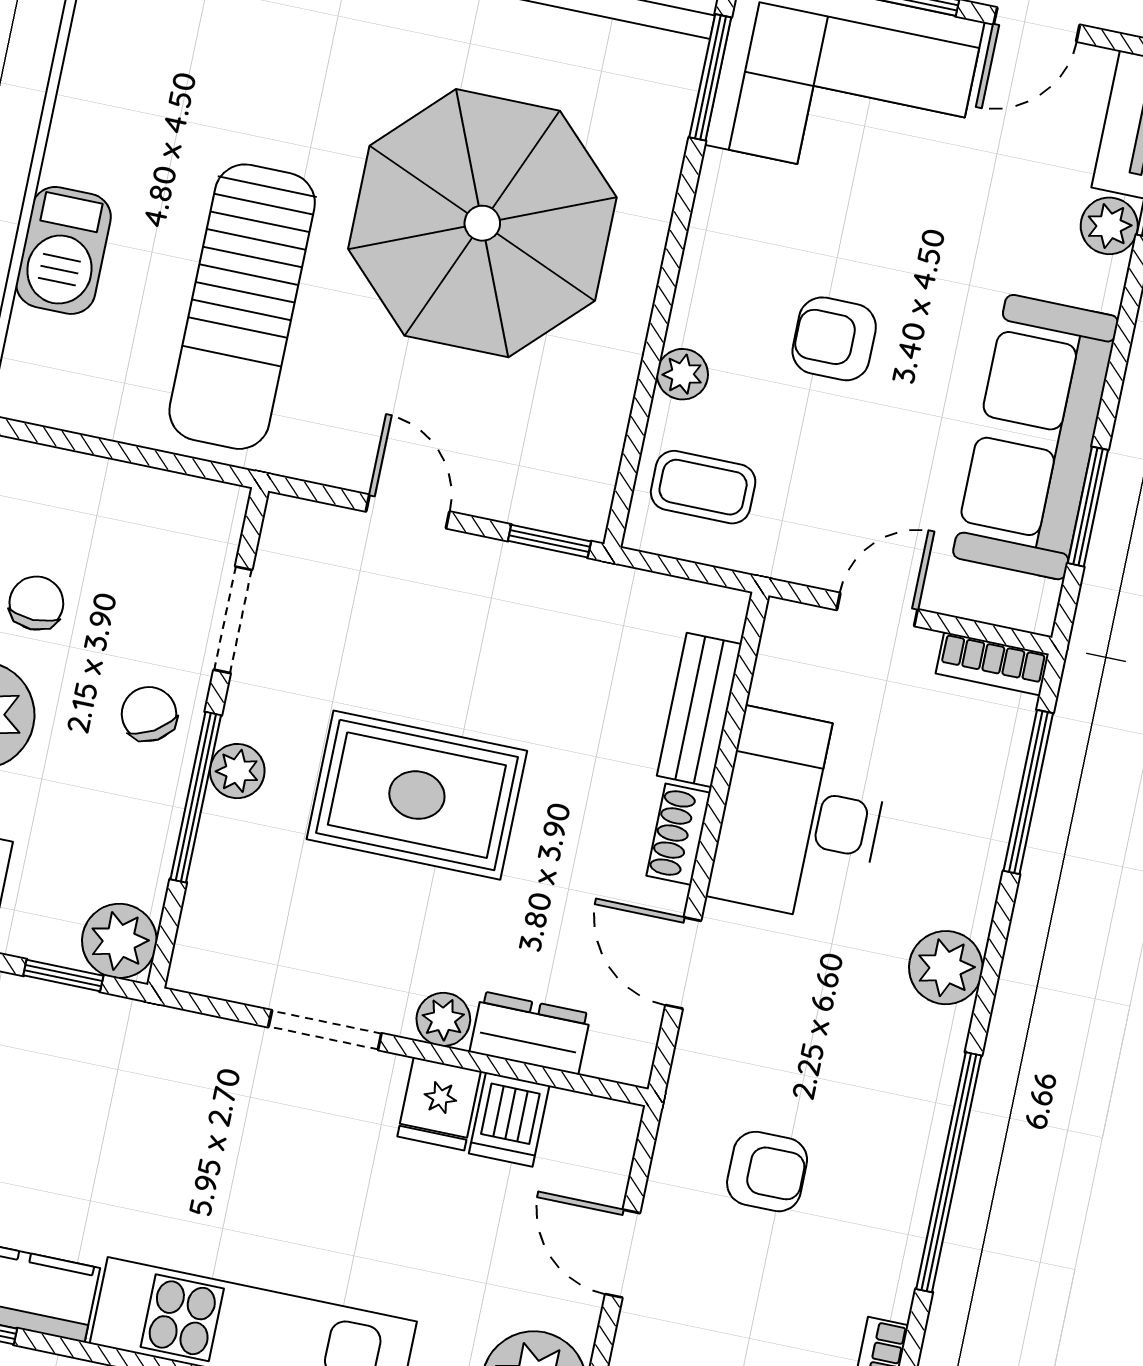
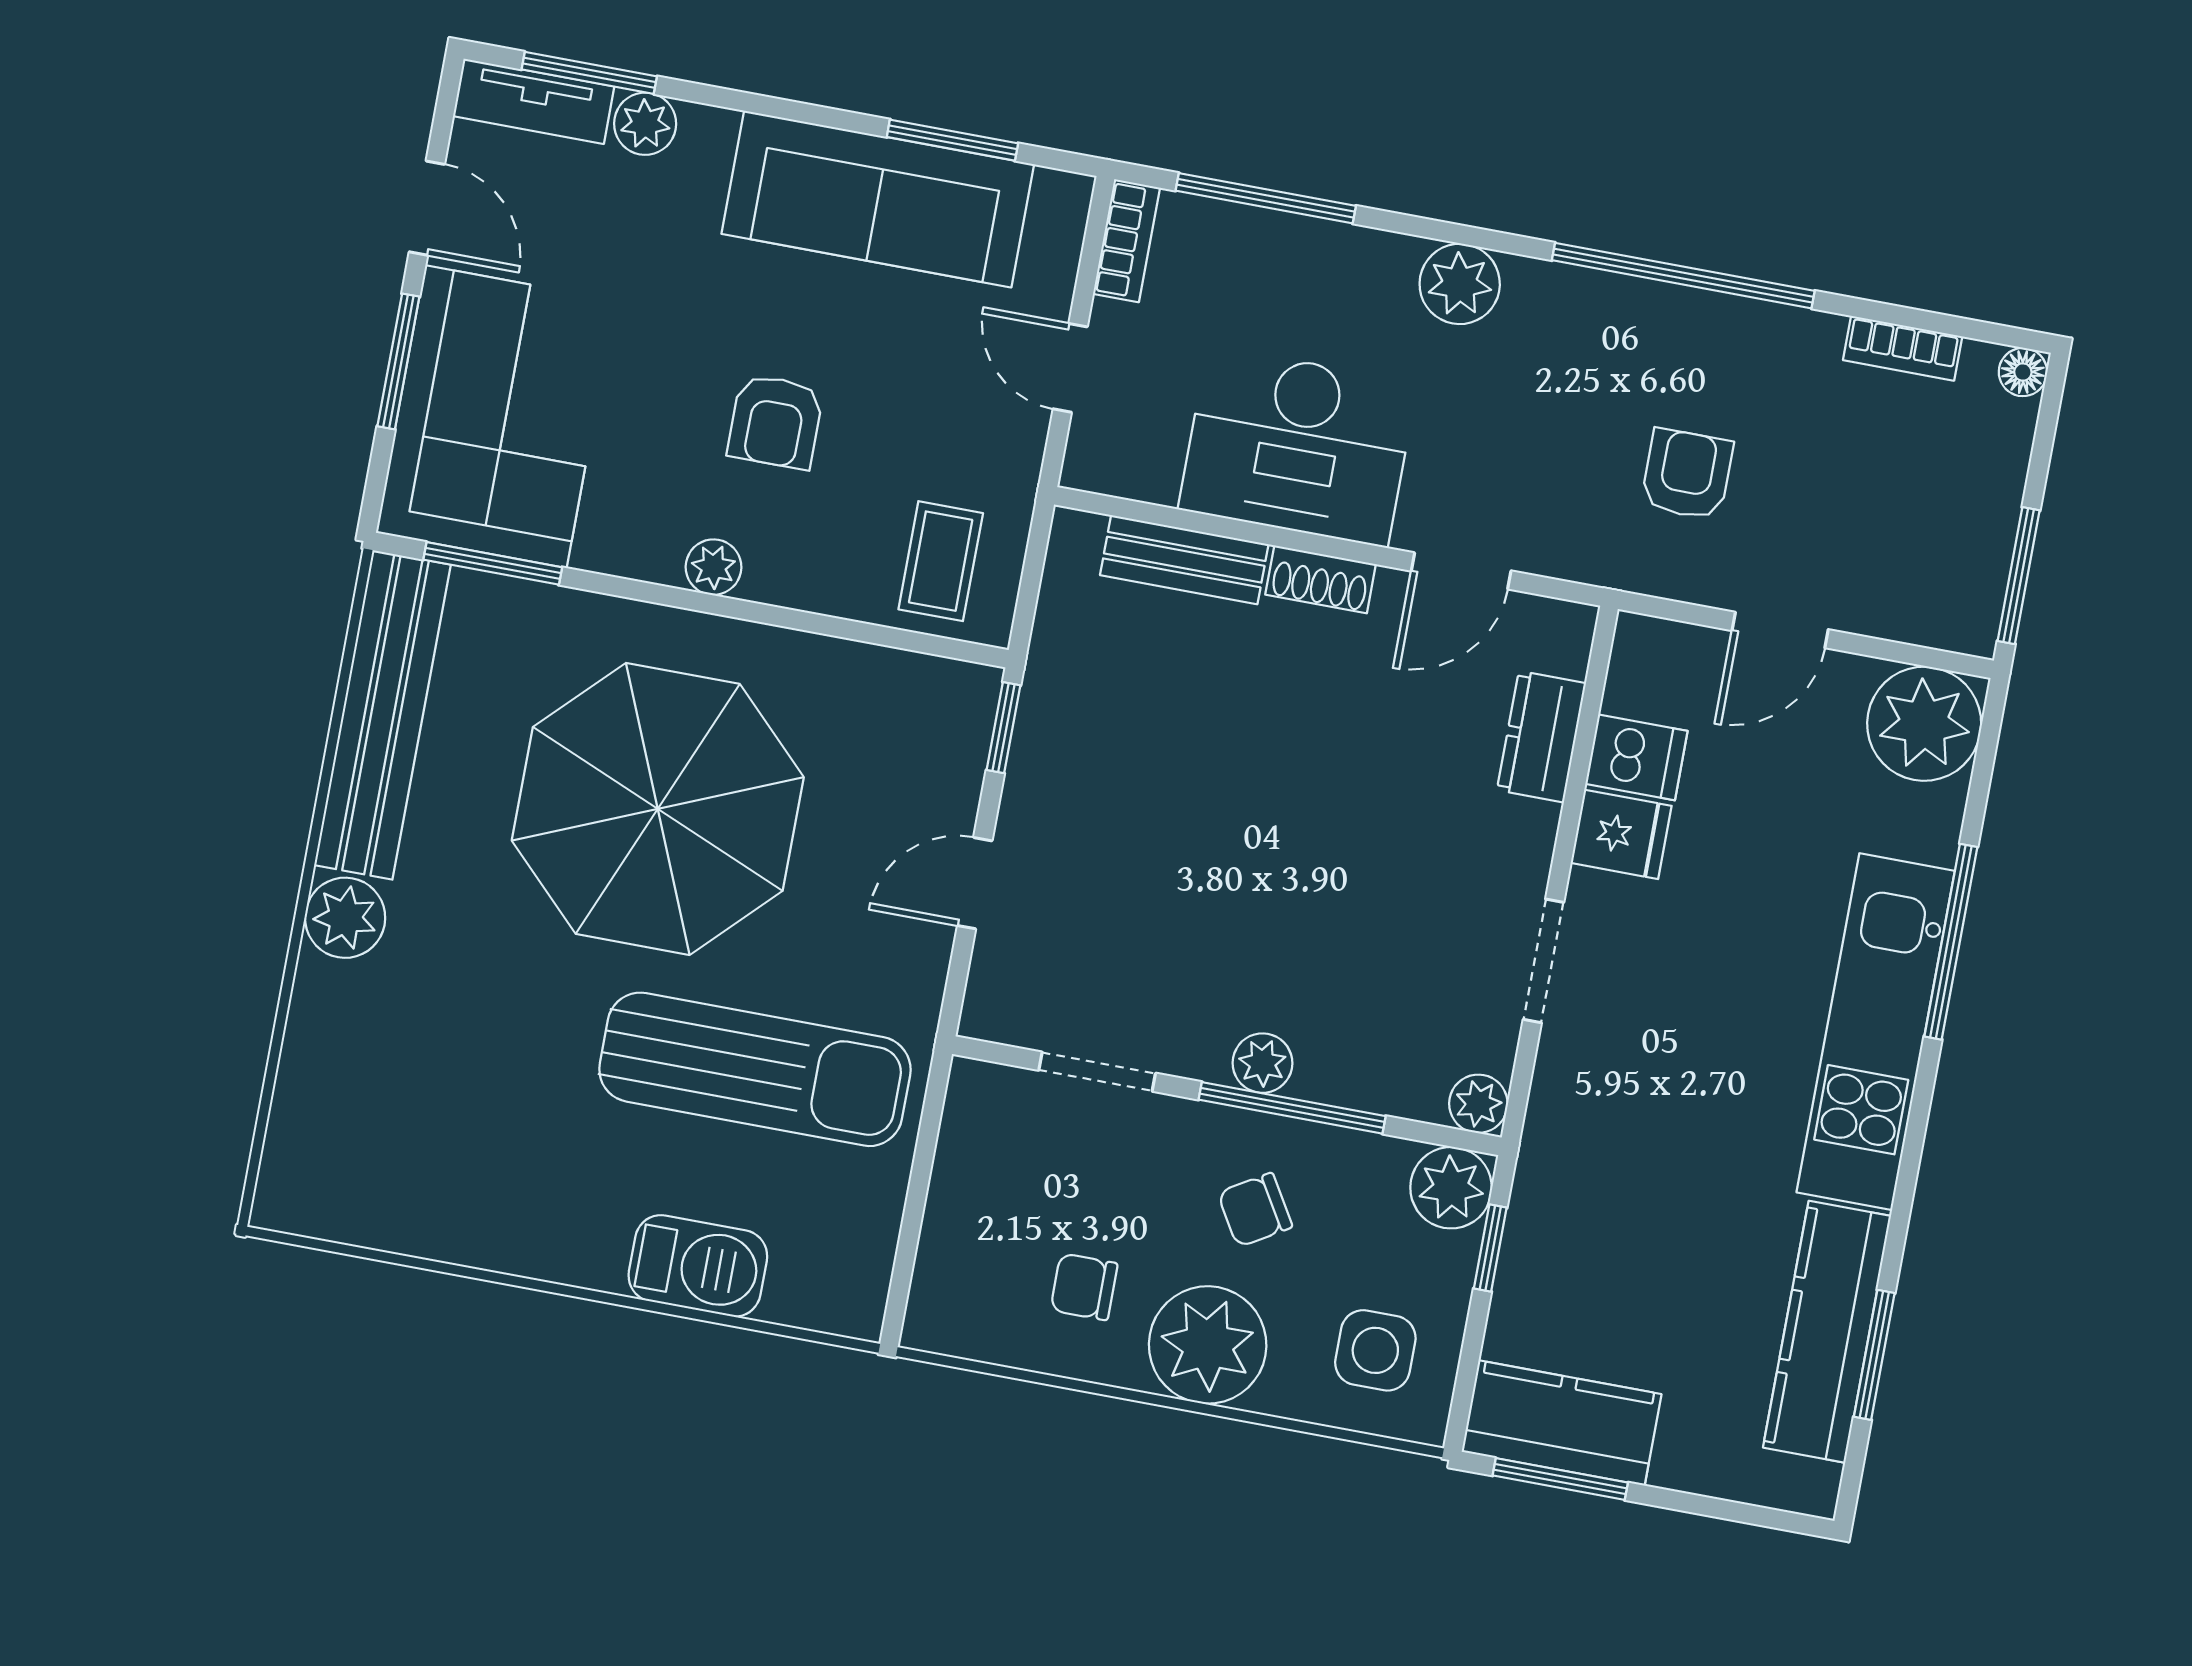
plant: (682, 374) -> (713, 567), moved
chair: (149, 714) -> (1255, 1210), moved
rug: (417, 795) -> (1284, 866), removed
plant: (443, 1019) -> (1478, 1104), moved

